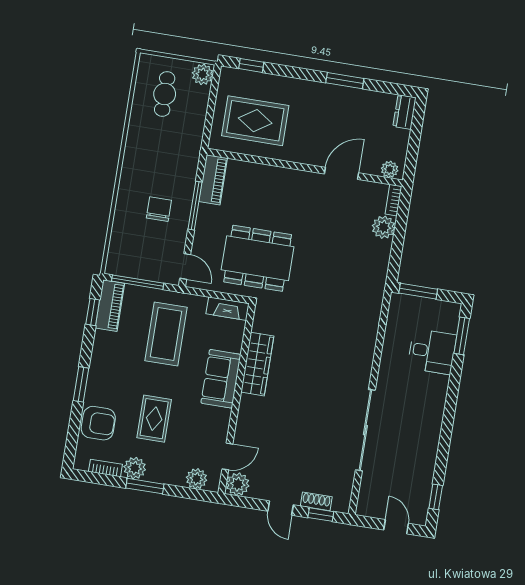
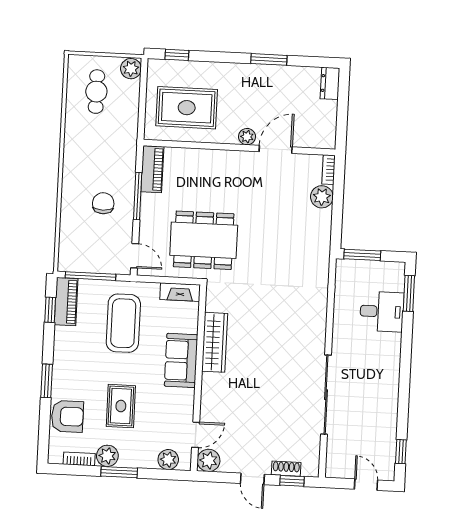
plant: (390, 169) -> (247, 137), moved

